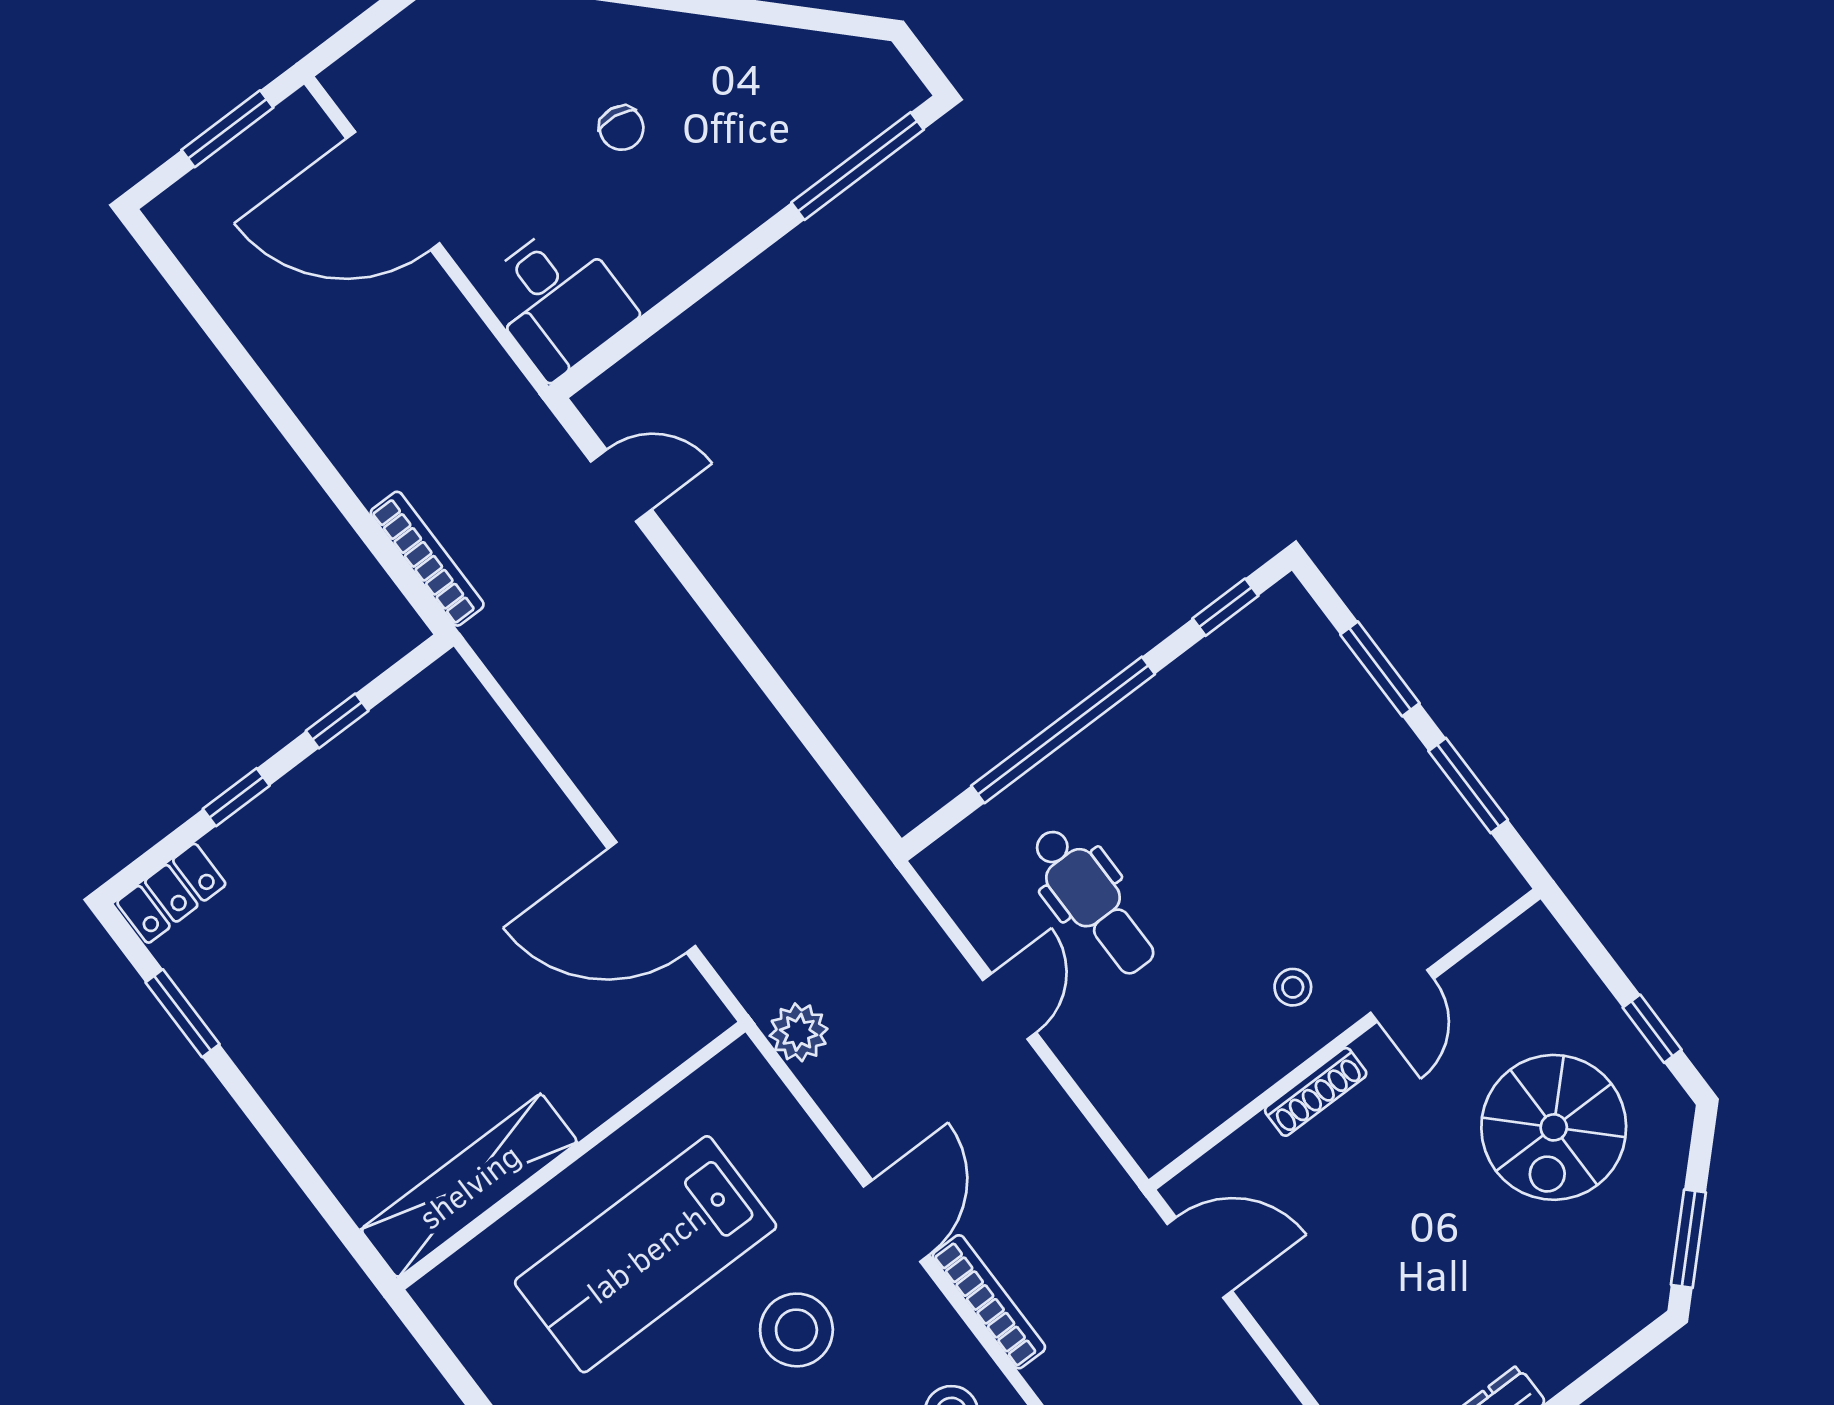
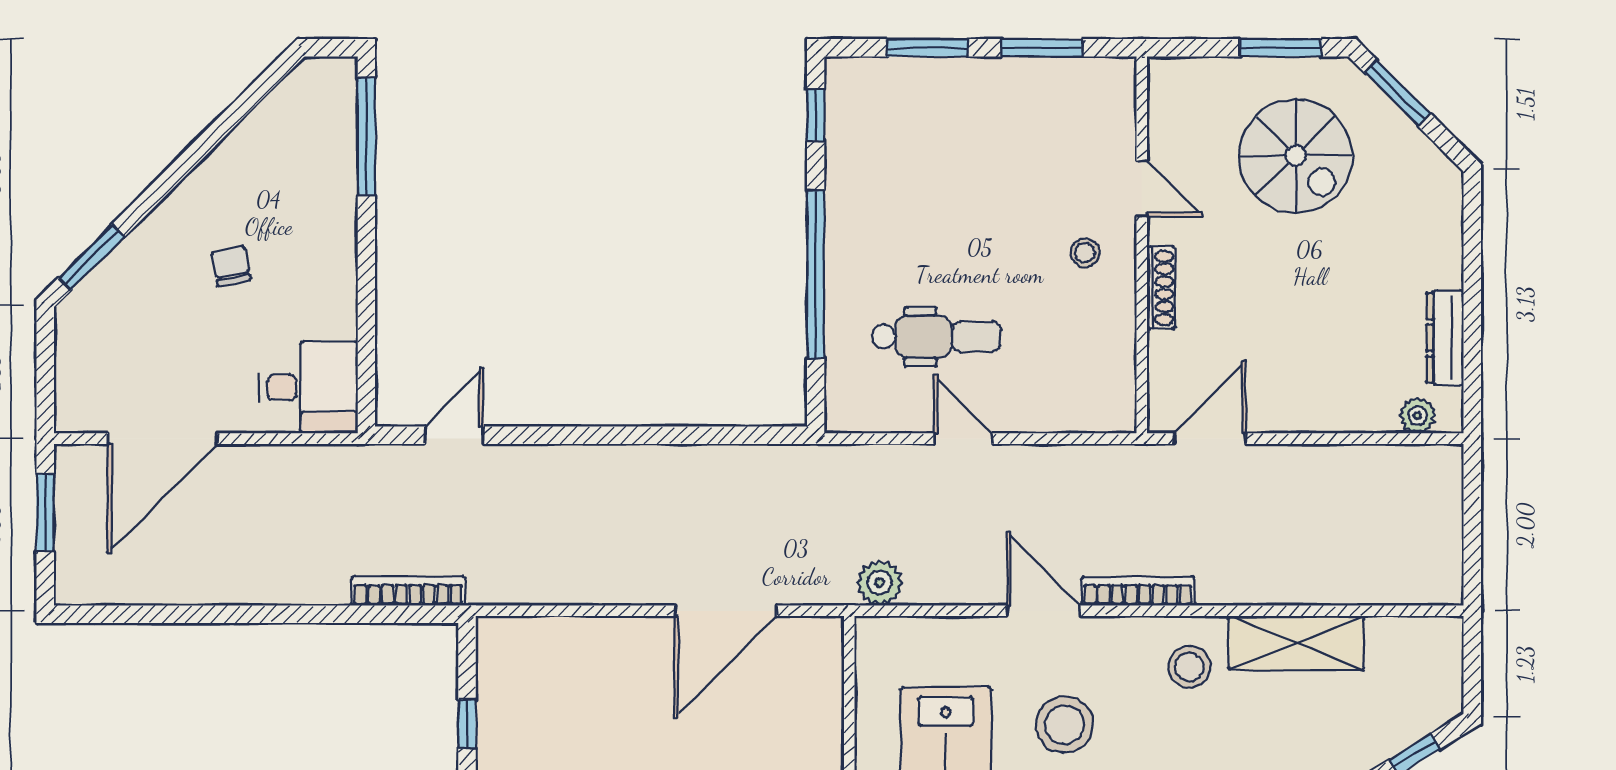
chair: (622, 128) -> (231, 266), turned -109
window: (1652, 1029) -> (1280, 48), width x1.50
window: (1688, 1239) -> (1398, 93), moved

